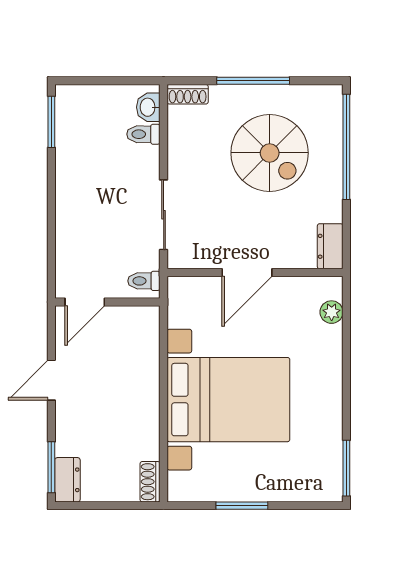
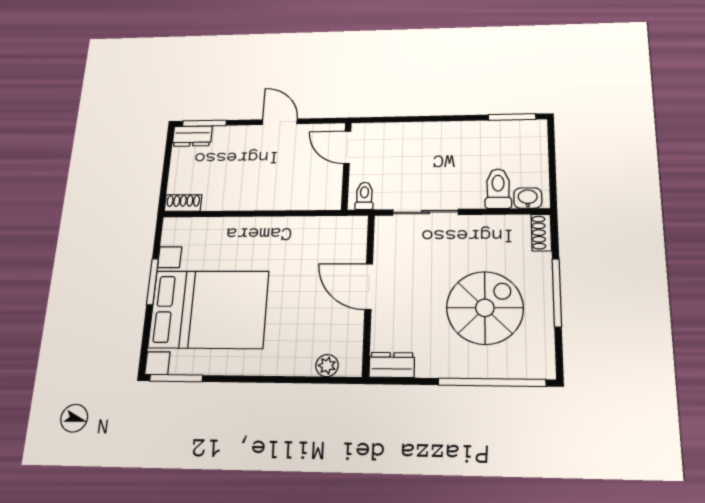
toilet: (143, 134) -> (498, 189), width x1.37, depth x1.39
spiral stairs: (270, 153) -> (485, 308), turned 180
bed with nightstands: (228, 400) -> (209, 309), moved, turned -90

